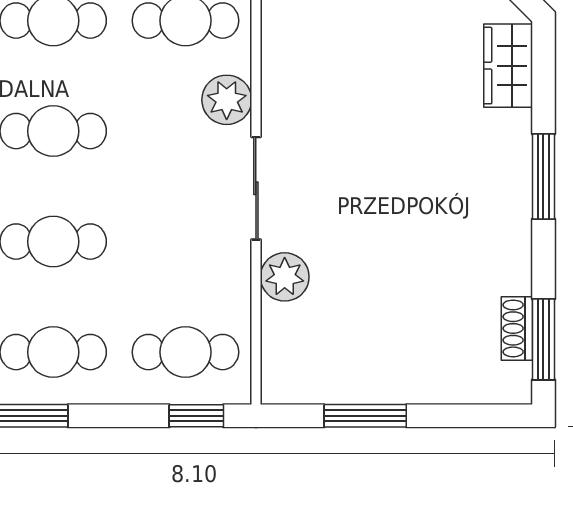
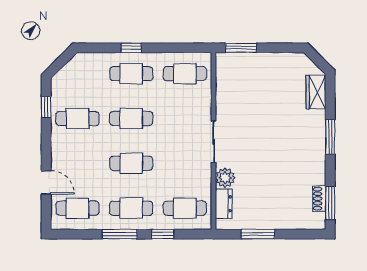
plant: (227, 100) -> (202, 106), removed
dresser: (281, 341) -> (224, 204), added
window: (196, 416) -> (163, 234), moved

